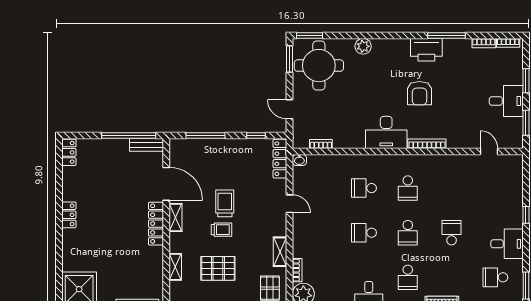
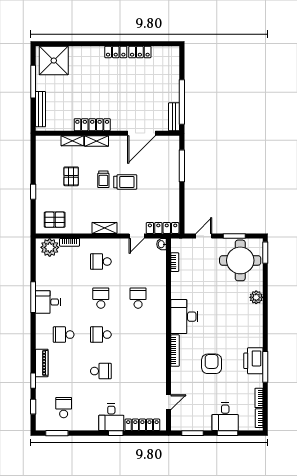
printer: (426, 50) -> (253, 361), moved
window: (290, 59) -> (234, 236), moved
armchair: (419, 93) -> (212, 364), moved, turned 90
desk: (506, 101) -> (225, 417), moved
window: (256, 136) -> (182, 208), removed
locker: (69, 152) -> (140, 52), moved
locker: (516, 183) -> (142, 425), added
school desk: (408, 188) -> (101, 262), moved
door: (290, 204) -> (137, 236), moved
shelving: (176, 218) -> (96, 141), moved
locker: (156, 224) -> (92, 125), moved
desk: (507, 244) -> (111, 417), moved
shelving: (280, 252) -> (104, 228), moved
pallet: (218, 268) -> (71, 176), width x0.67, depth x0.71

